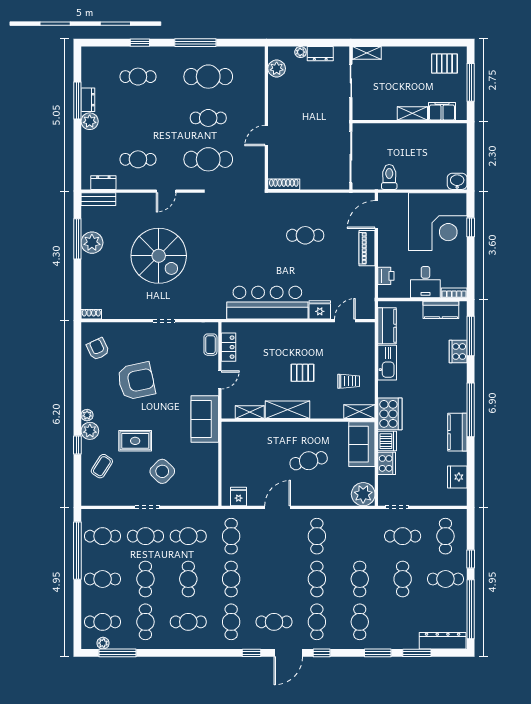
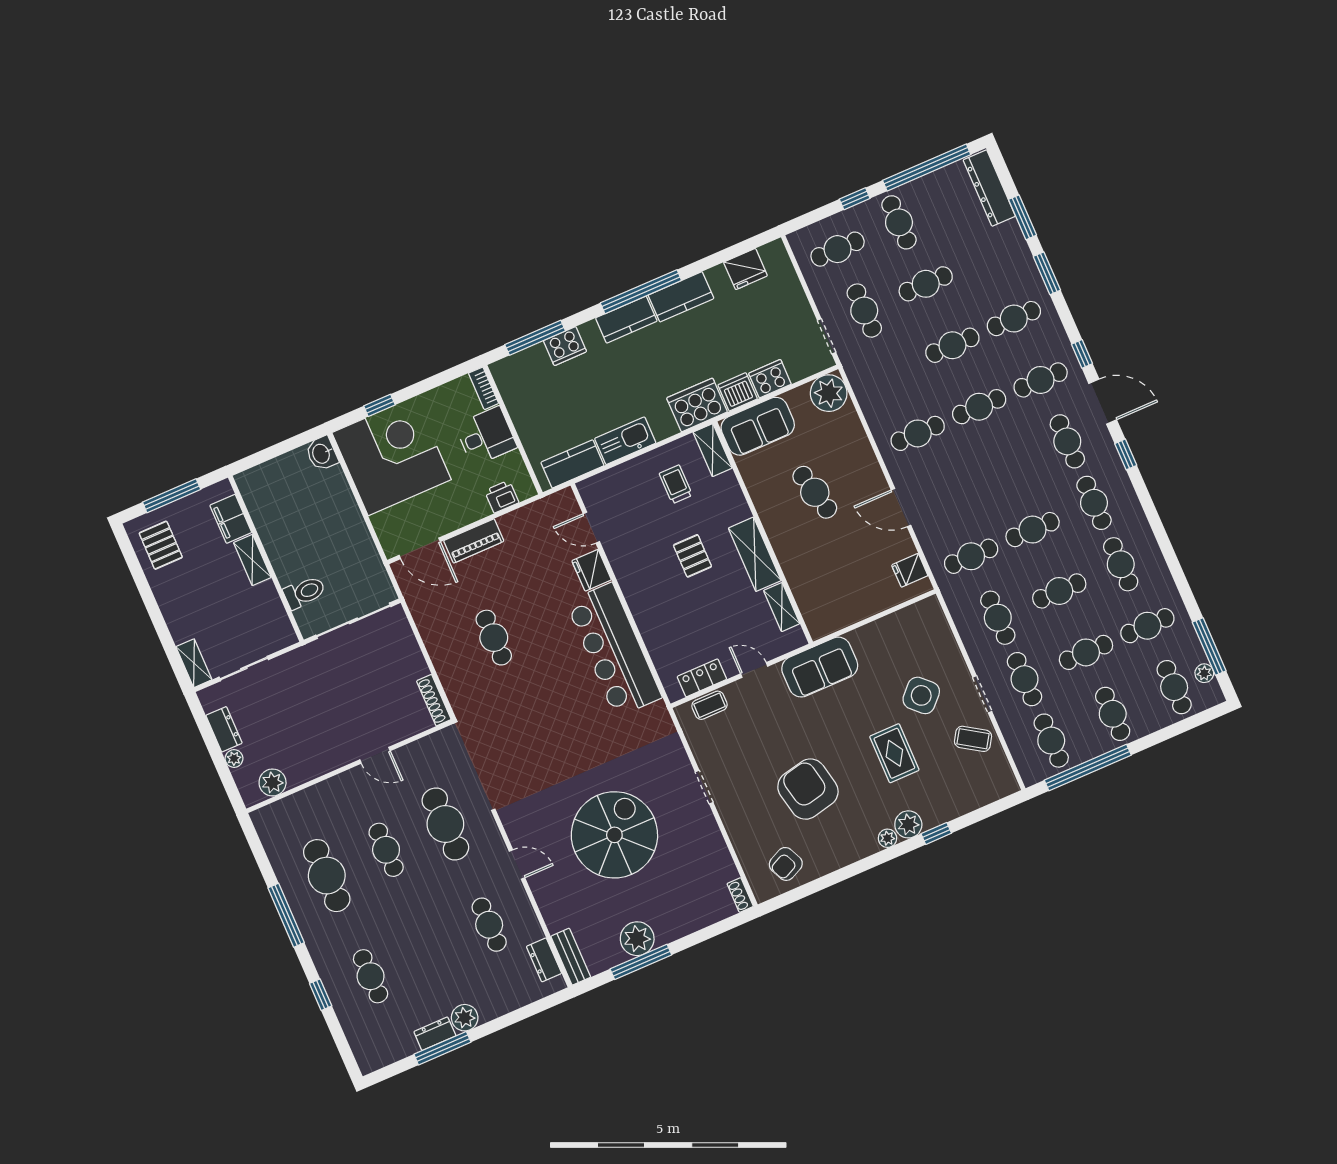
toilet: (389, 177) -> (304, 592), moved, turned 180
kitchen counter: (441, 310) -> (626, 320), moved, turned 90
coffee table: (102, 466) -> (973, 739), moved
cafe table: (231, 622) -> (1094, 503), turned 90

